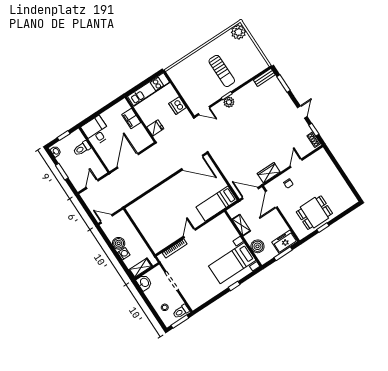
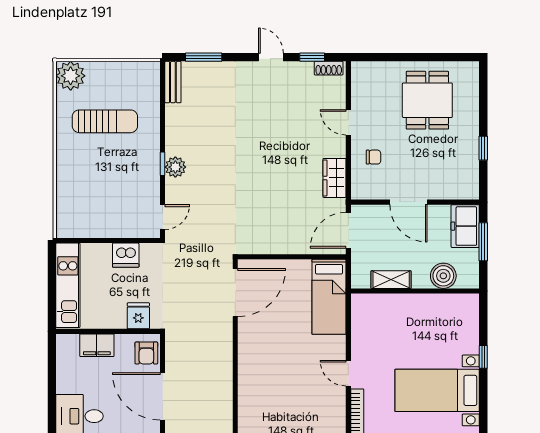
sun lounger: (222, 71) -> (105, 121), moved
armchair: (142, 142) -> (146, 353), added
door: (271, 199) -> (408, 202), moved
dining table: (314, 213) -> (427, 100), moved
bed with nightstands: (232, 263) -> (437, 390), moved, turned 90

